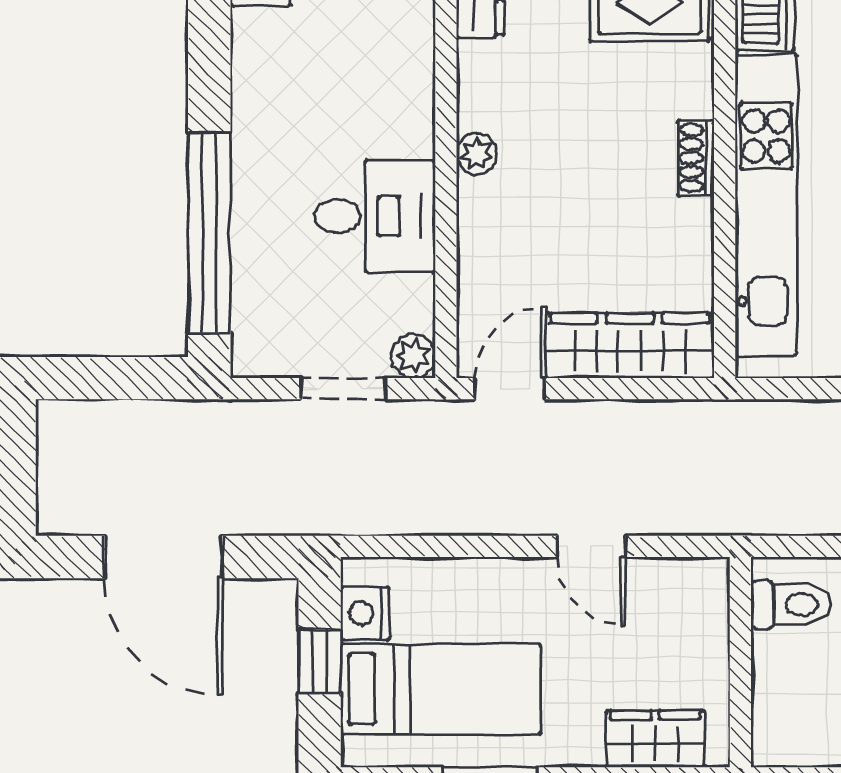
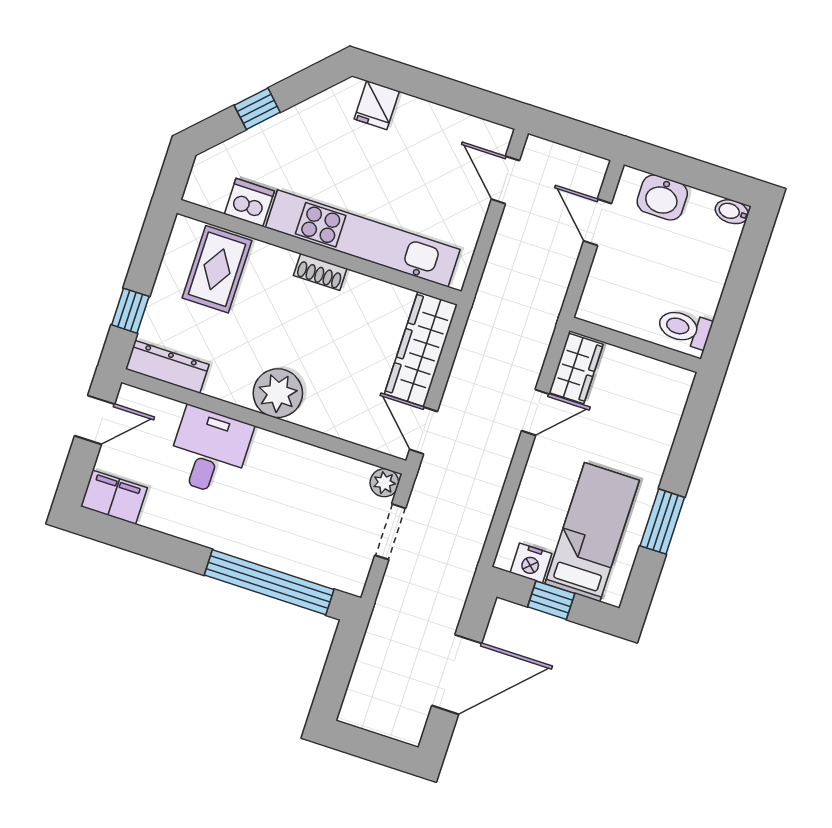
plant: (477, 154) -> (278, 393), width x1.87, depth x1.87
desk: (375, 216) -> (209, 451), moved
toilet: (791, 604) -> (685, 328), moved, turned -90
wardrobe: (655, 739) -> (576, 368), moved, turned 180

